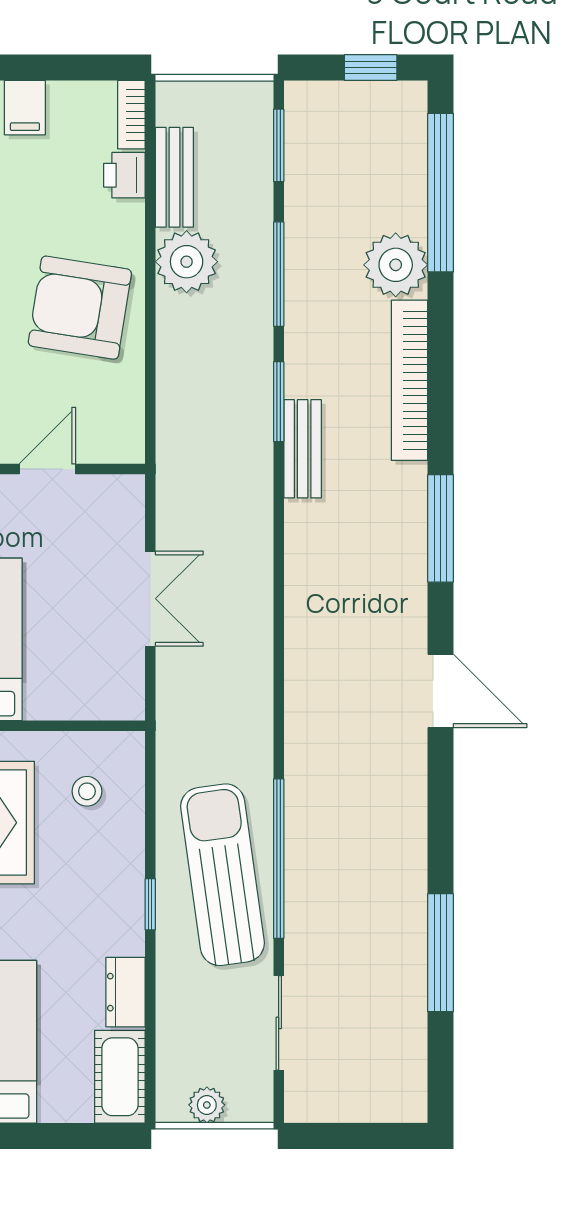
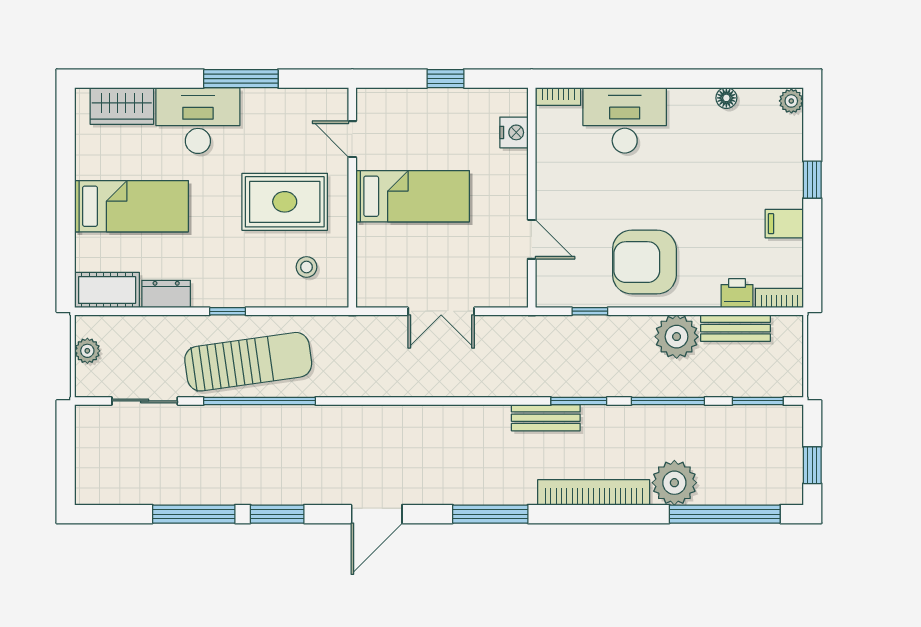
armchair: (80, 308) -> (644, 262), turned -99
window: (150, 386) -> (590, 311), added
window: (441, 833) -> (277, 514), added

